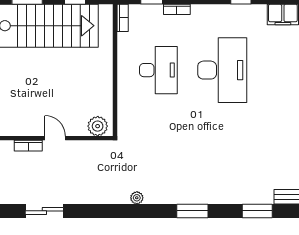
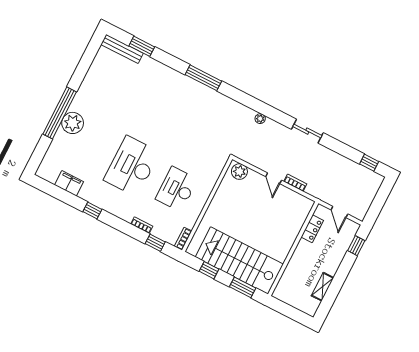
plant: (137, 198) -> (260, 119), moved
window: (192, 211) -> (203, 78), width x1.44
window: (257, 211) -> (142, 46), moved

